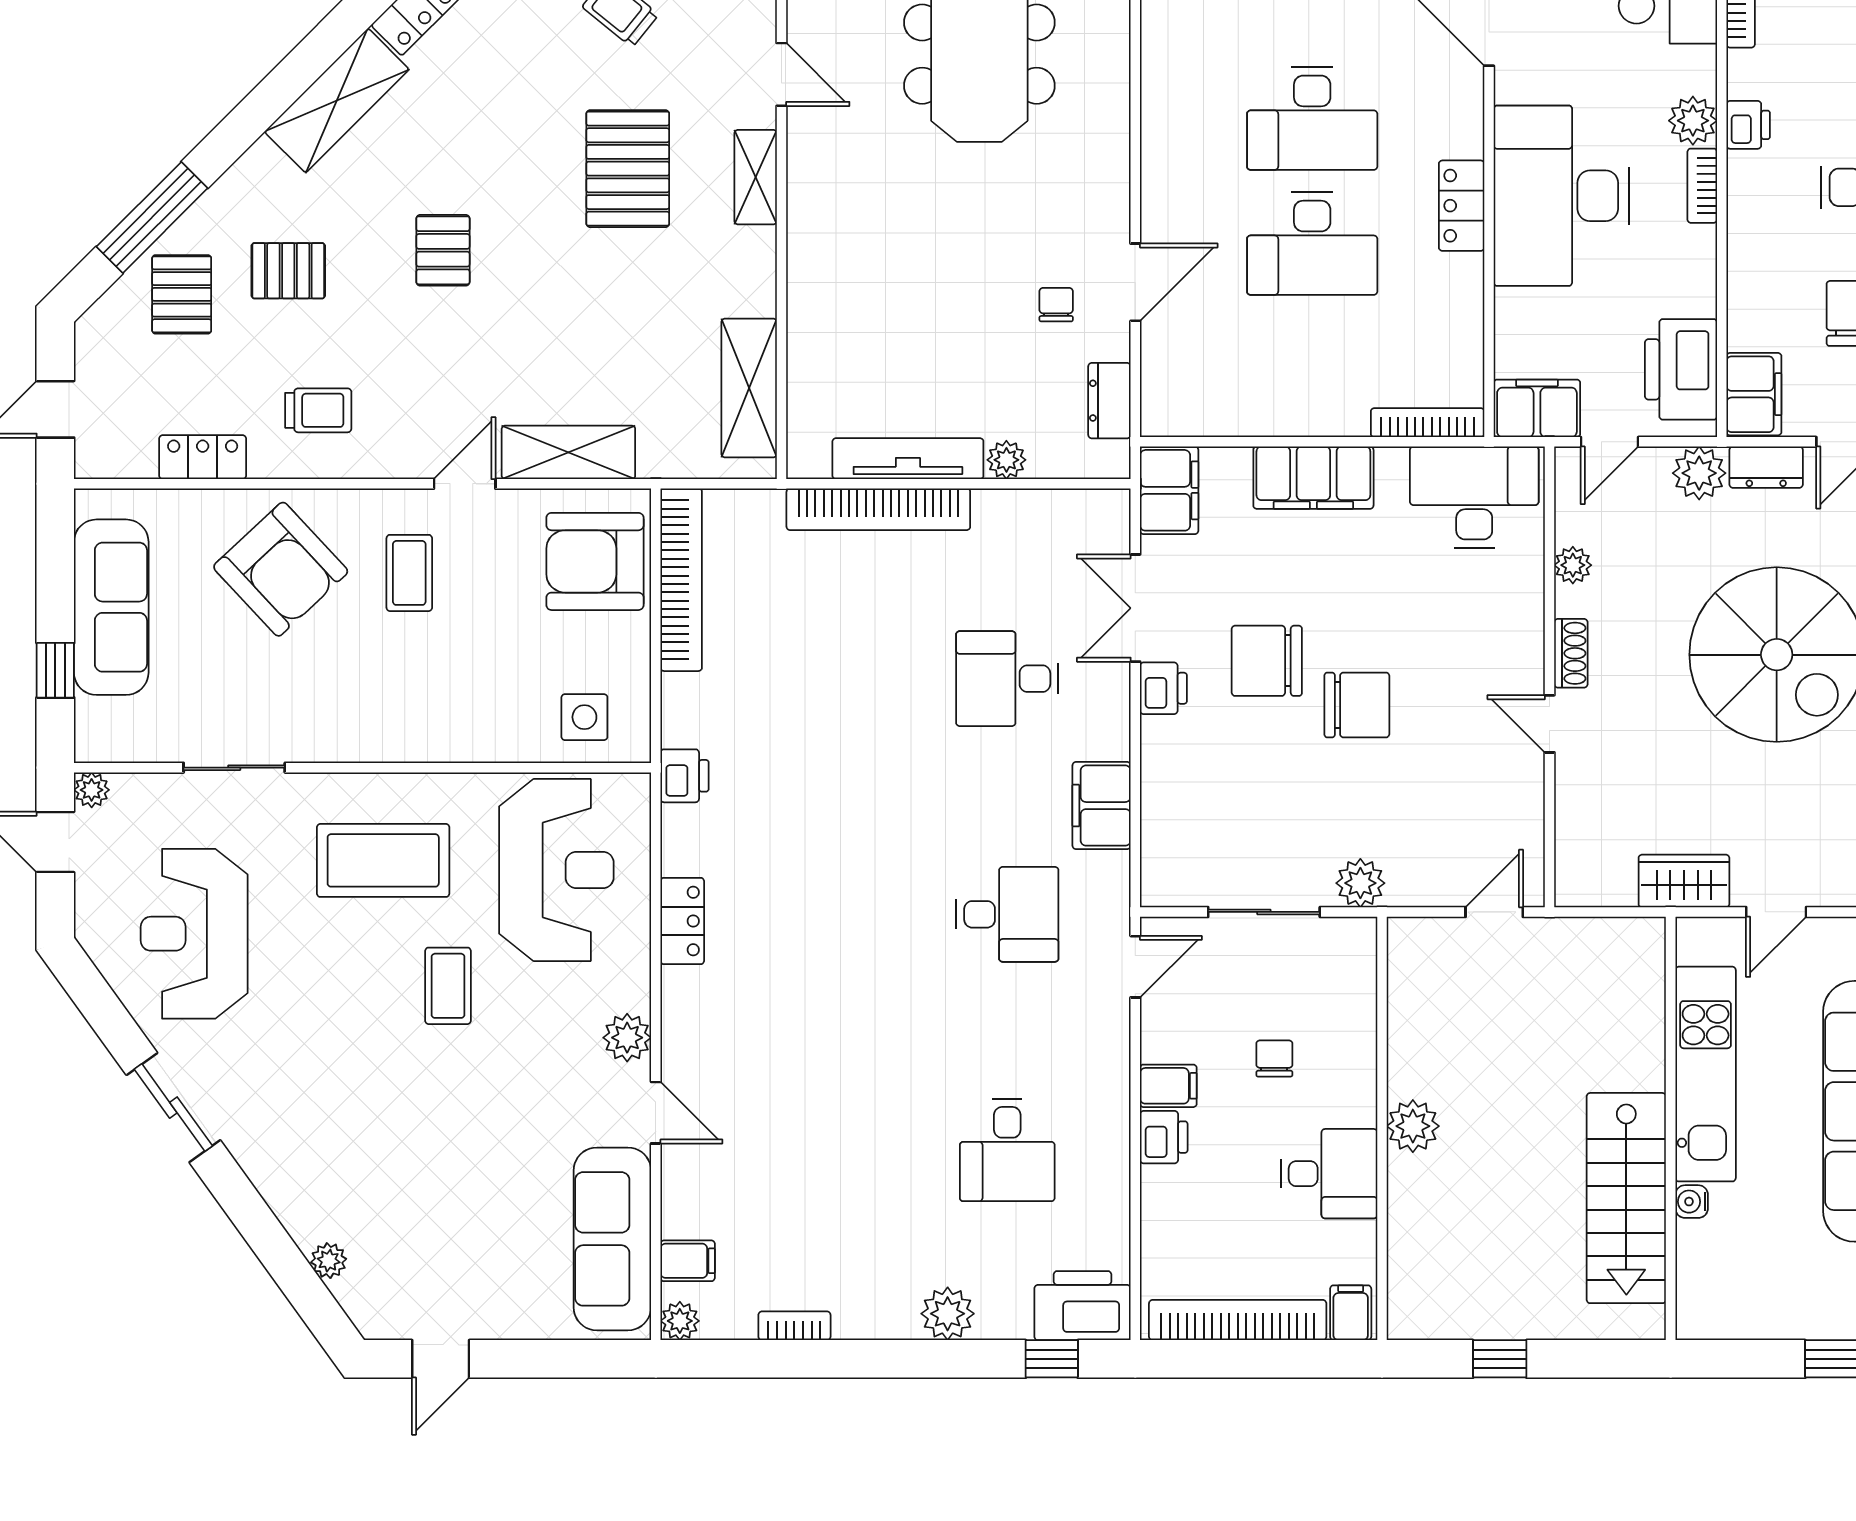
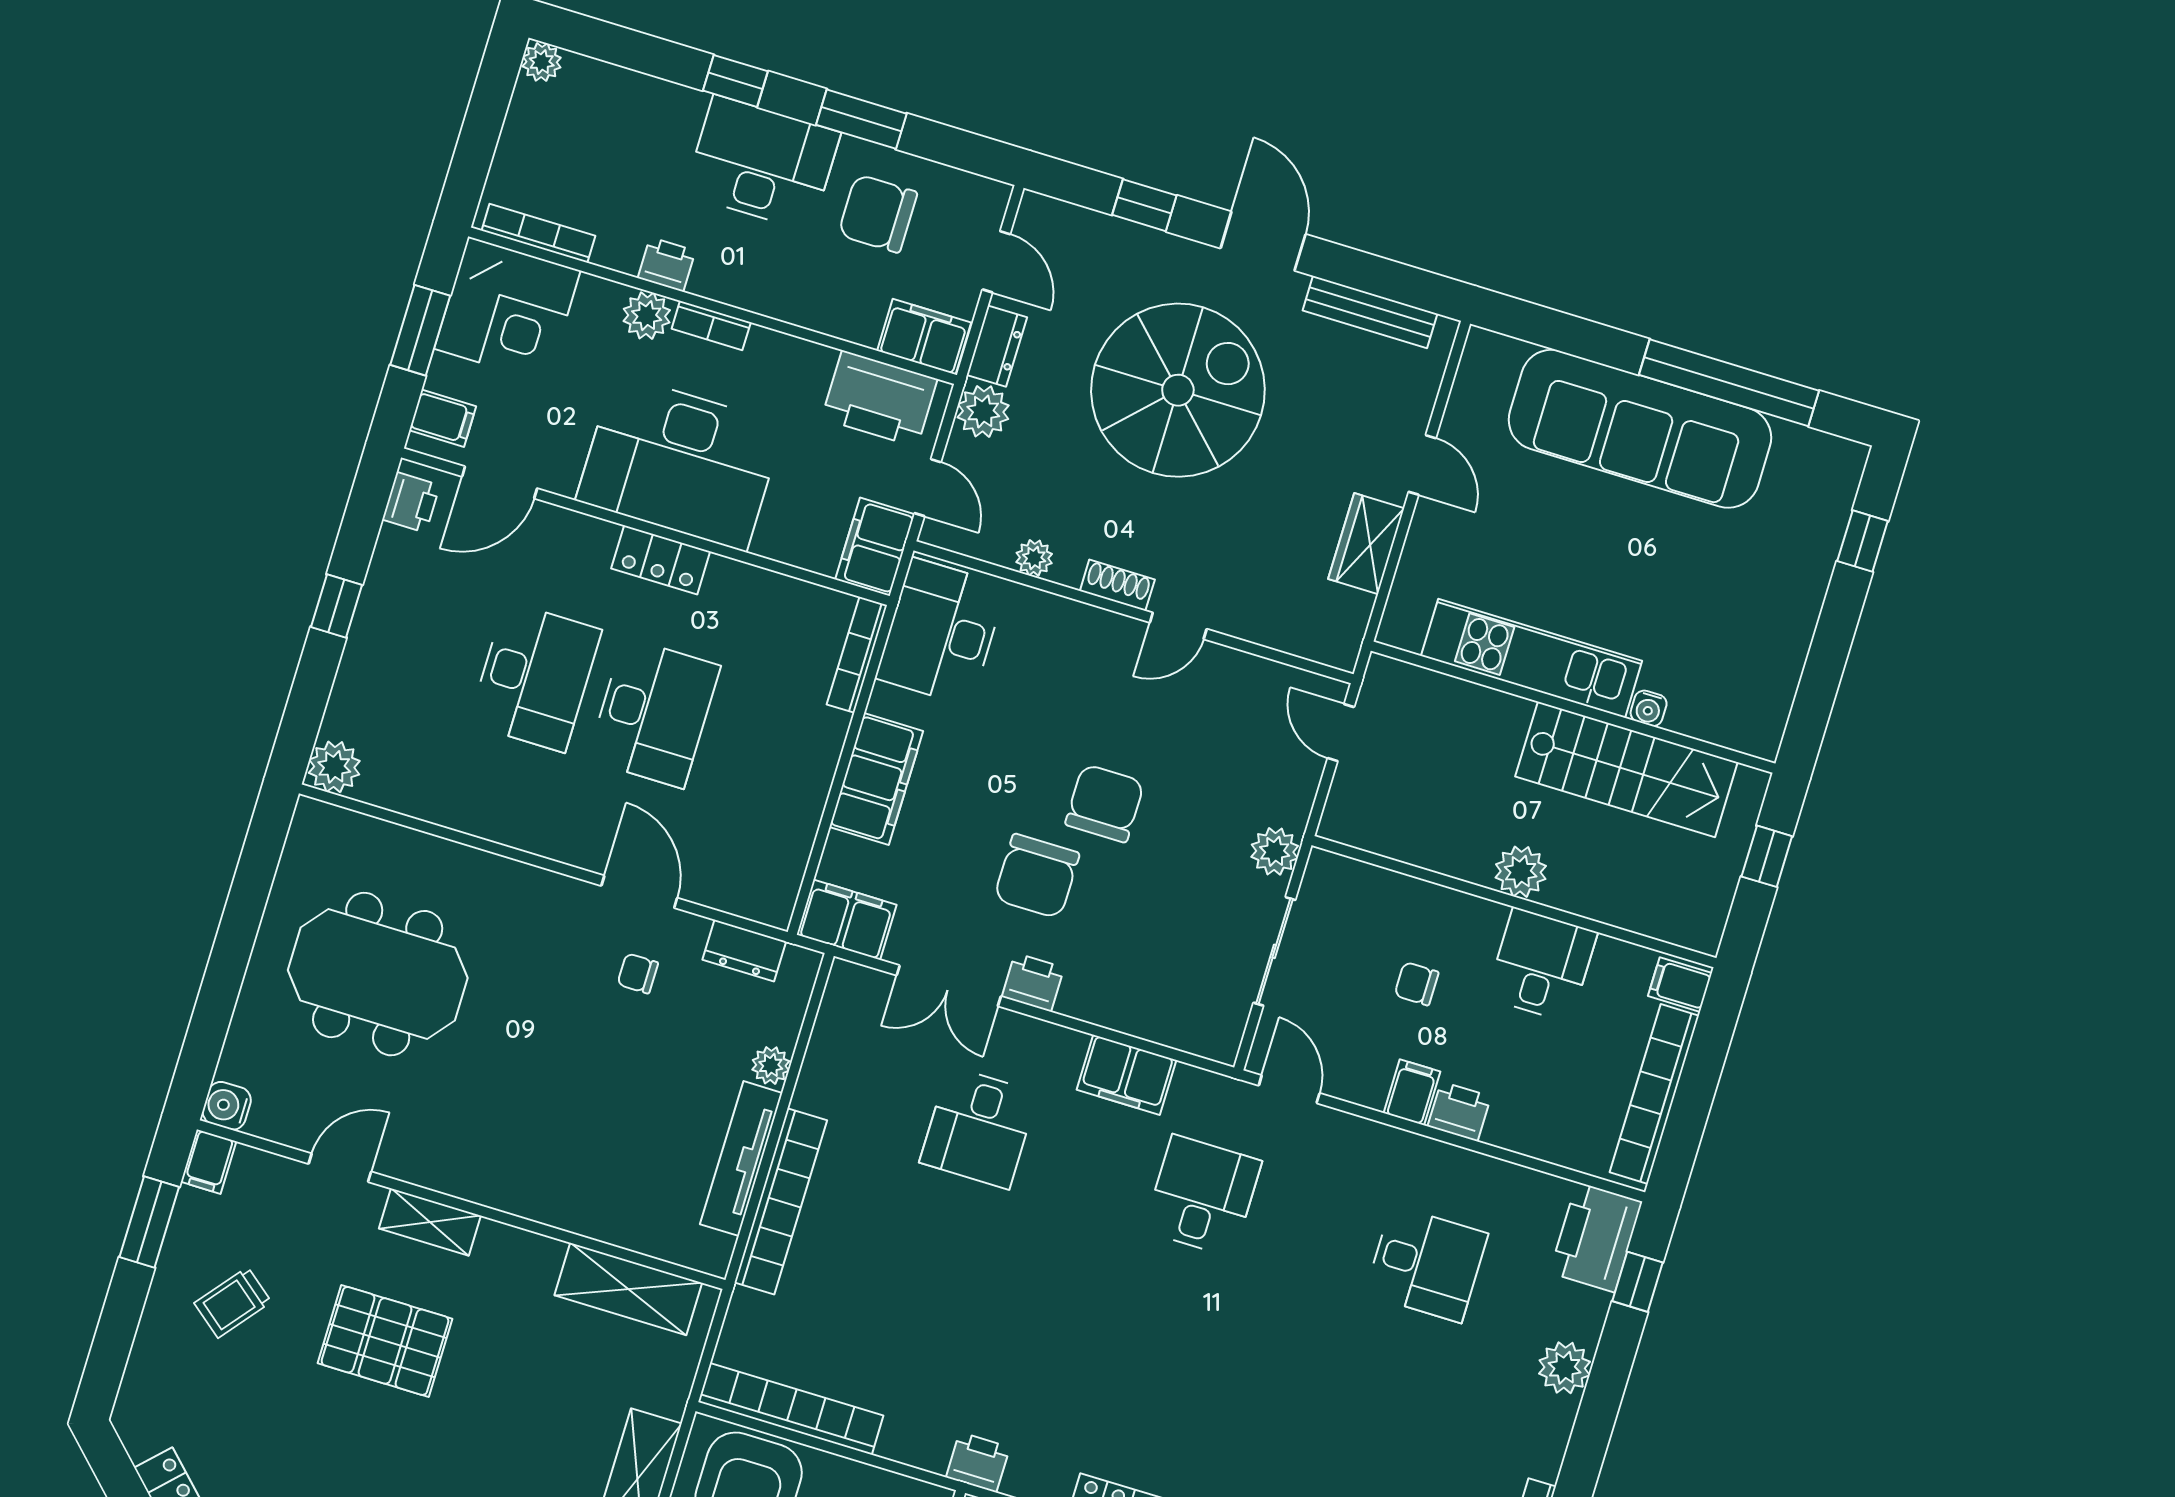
kitchen unit: (1706, 1074) -> (1532, 658), moved
wall: (1671, 1128) -> (1573, 707), moved
stairs: (1626, 1198) -> (1626, 769), moved
water cooler: (1692, 1202) -> (1649, 708), moved

